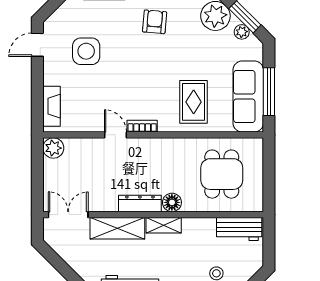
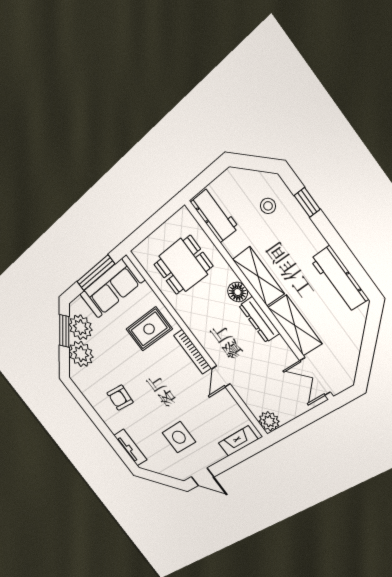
plant: (242, 32) -> (81, 327), width x1.88, depth x1.88
bookcase: (142, 126) -> (193, 352), width x1.56
shelving: (164, 225) -> (258, 277), width x1.50, depth x1.33

